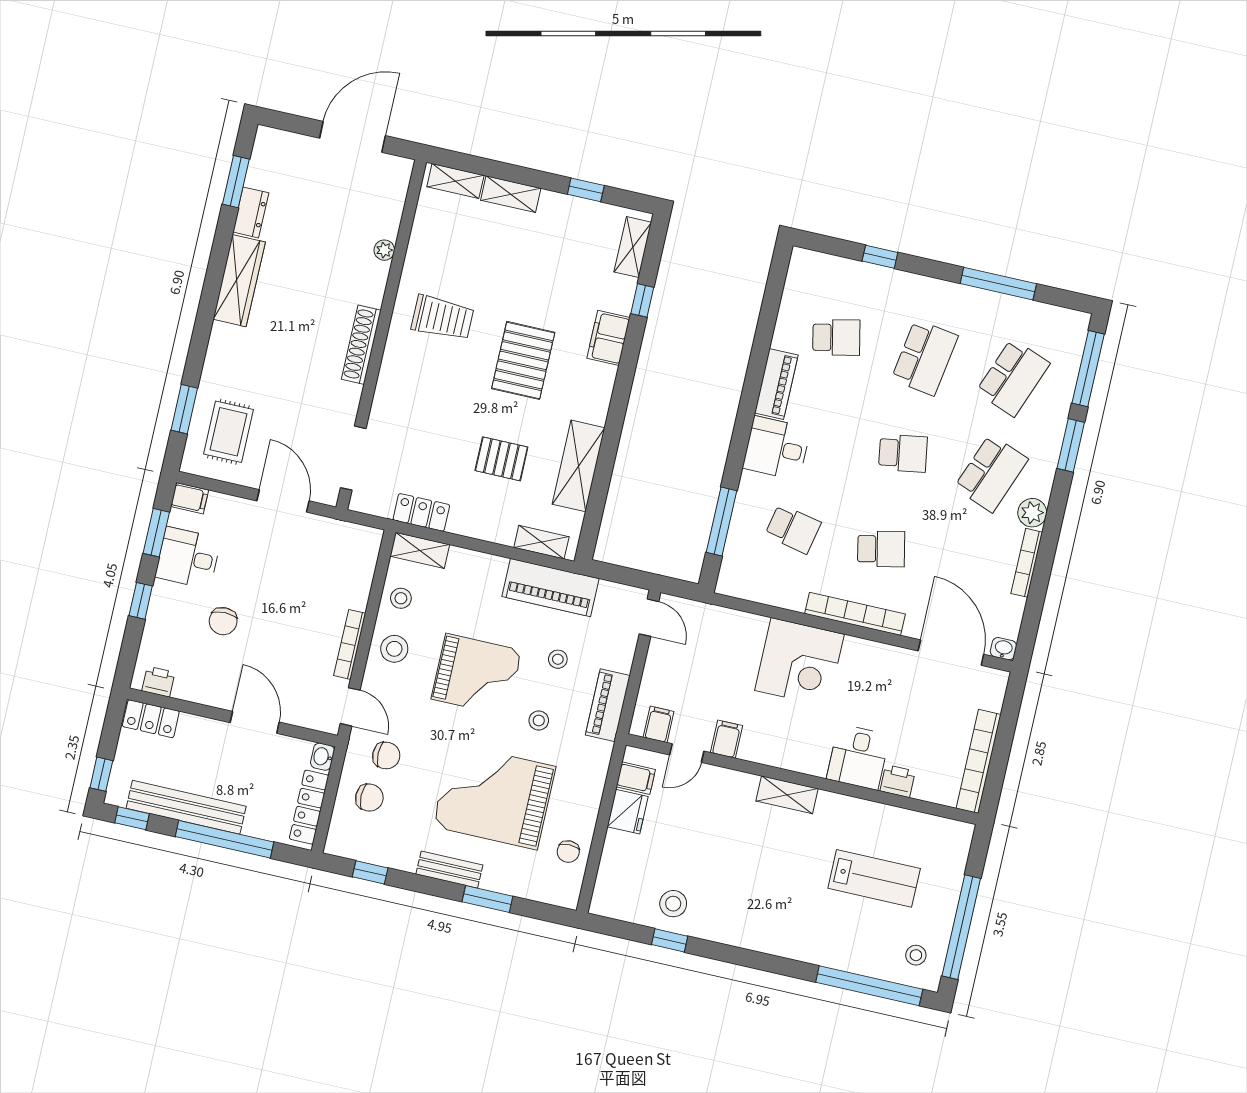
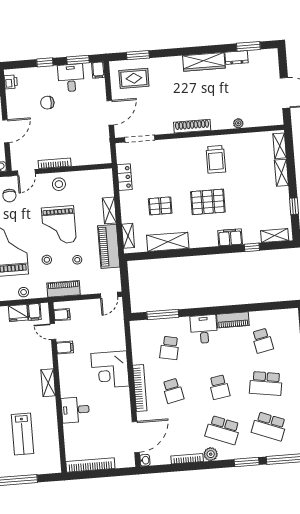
pallet: (501, 459) -> (160, 206), turned 90
shelving: (420, 550) -> (109, 210), moved
stool: (401, 598) -> (24, 292), moved
printer: (898, 781) -> (70, 431), removed

